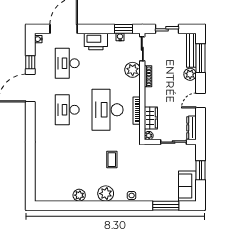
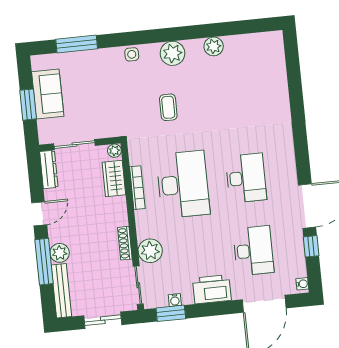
window: (200, 58) -> (44, 262), moved
sofa: (187, 186) -> (48, 94), moved

